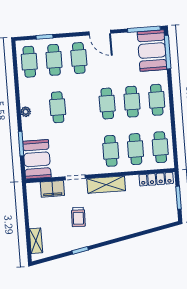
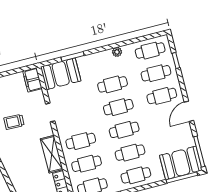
cafe table: (82, 105) -> (118, 107), added
plant: (26, 112) -> (117, 52), moved
shelving: (106, 185) -> (52, 154), moved
filing cabinet: (52, 189) -> (32, 80), moved

